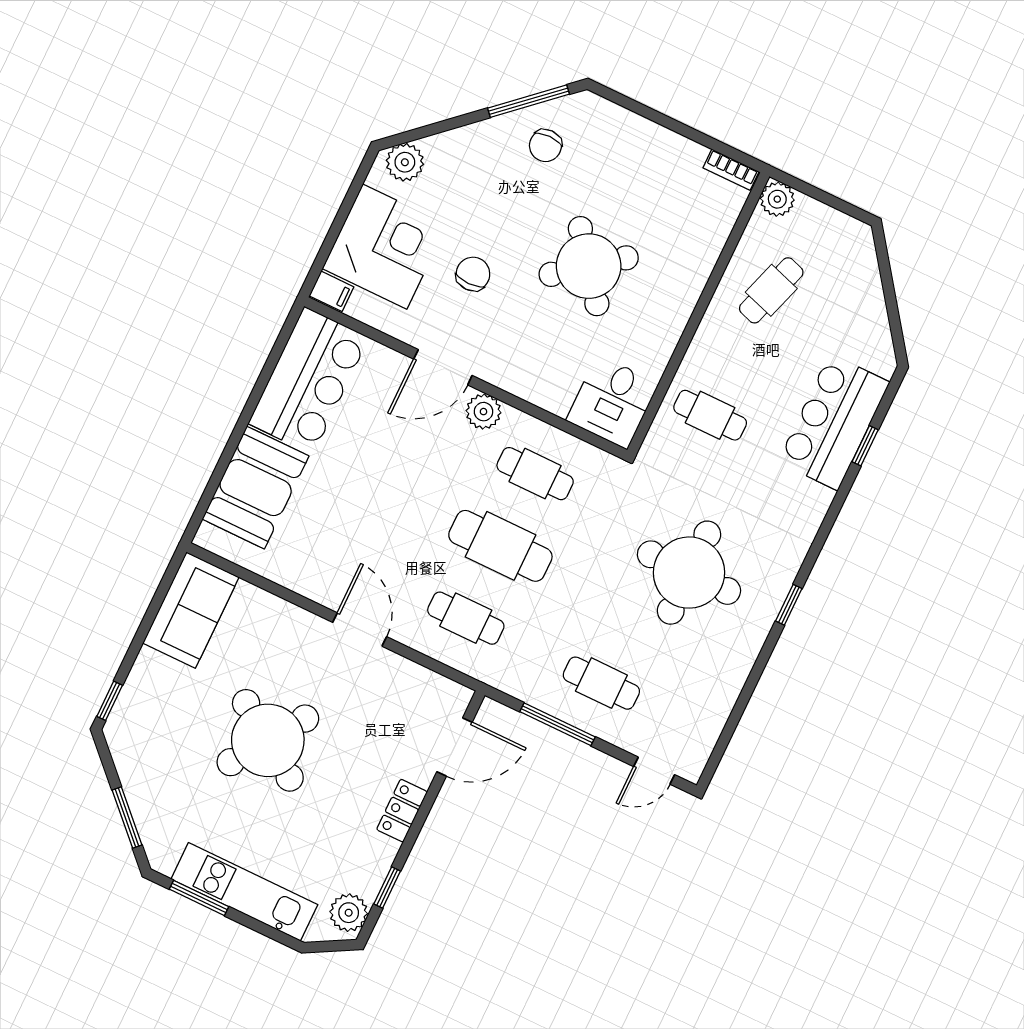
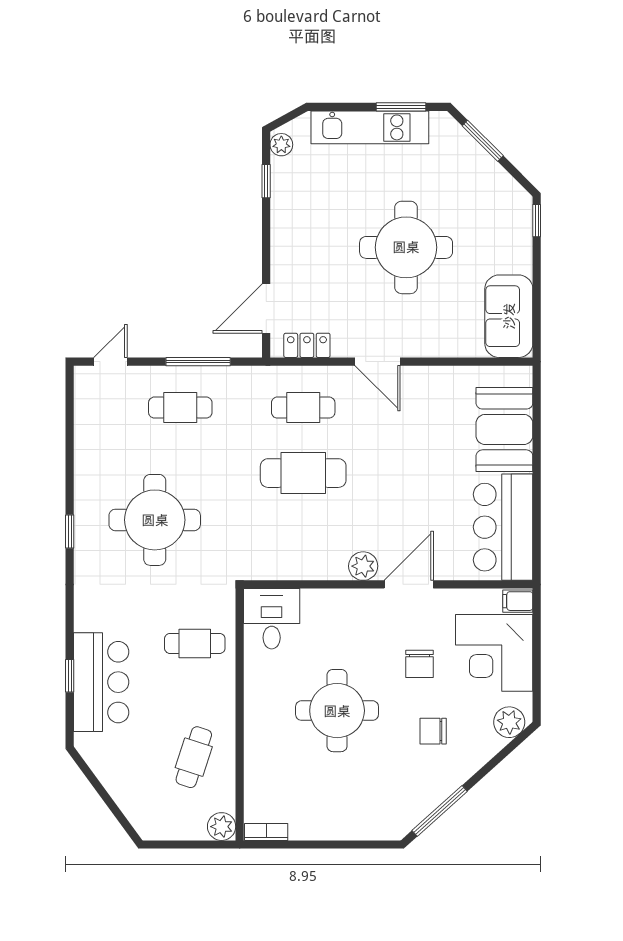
chair: (545, 146) -> (433, 731), moved, turned -90
round table: (589, 266) -> (337, 711), turned 38
cafe table: (535, 474) -> (303, 539), removed
round table: (268, 740) -> (406, 247), turned -34
locker: (402, 811) -> (307, 345), moved, turned -90
plant: (349, 913) -> (281, 145), width x0.73, depth x0.73

